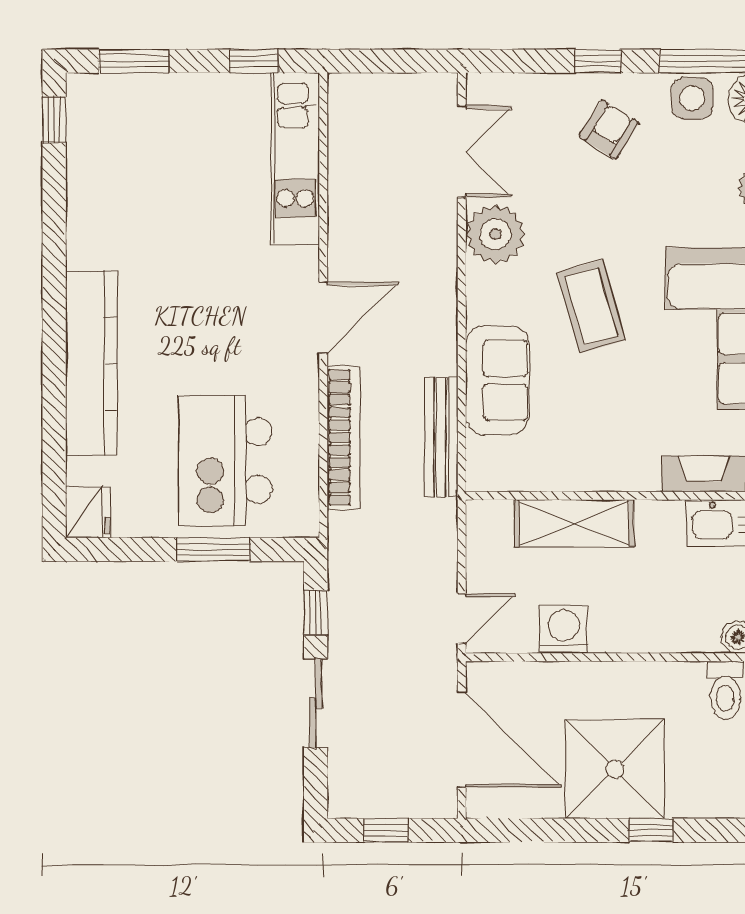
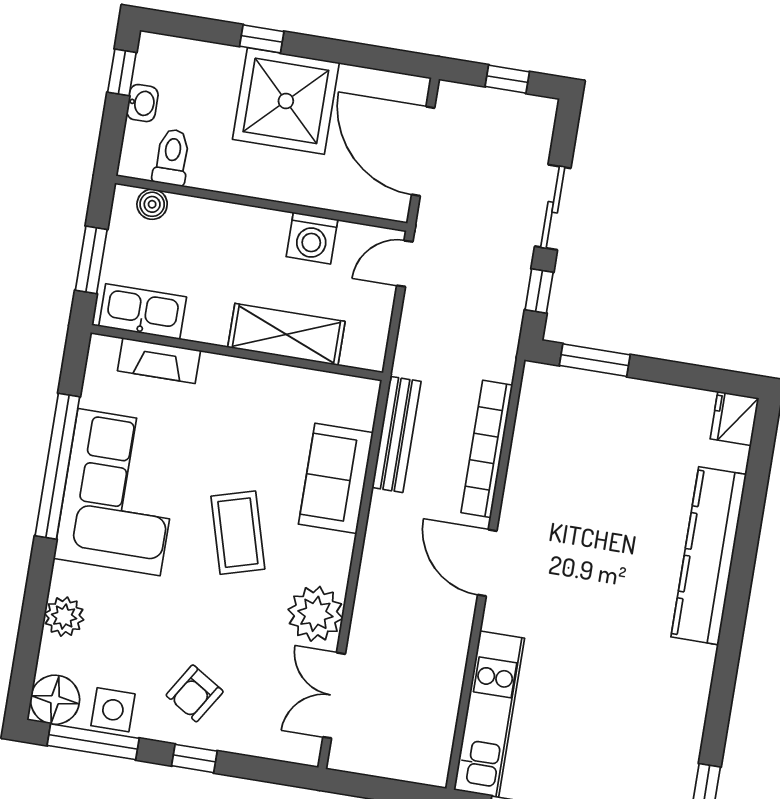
door: (323, 317) -> (487, 563), hinge flipped
kitchen island: (225, 461) -> (600, 445), removed
window: (214, 550) -> (595, 360), moved

